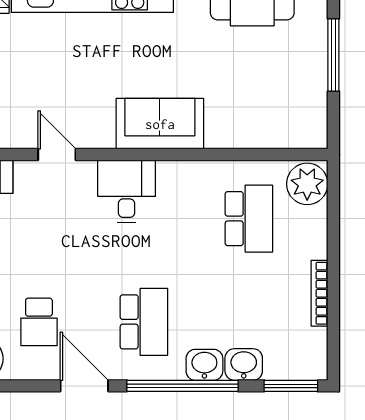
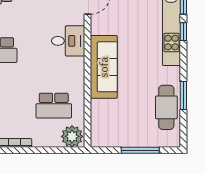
sofa: (160, 124) -> (104, 67), width x1.36

